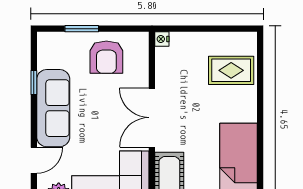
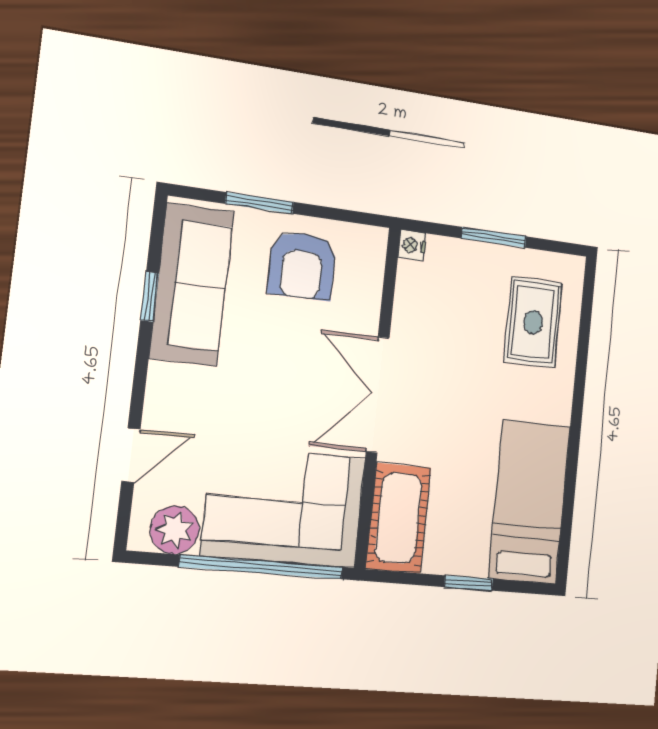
window: (205, 29) -> (494, 237), added
rug: (231, 70) -> (533, 322), turned 90
sofa: (53, 108) -> (192, 284), moved

